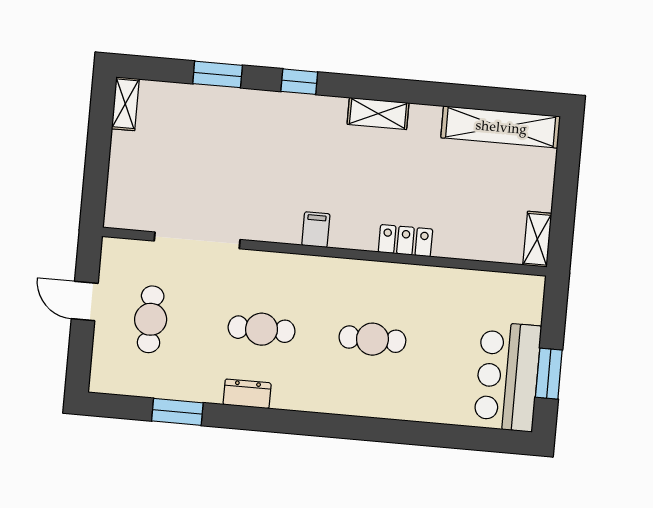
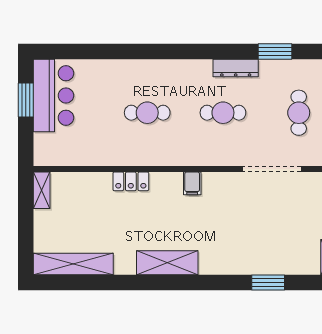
window: (299, 82) -> (212, 283), removed
shelving: (378, 114) -> (167, 263), width x1.50, depth x1.33
dresser: (247, 394) -> (236, 68), width x1.44

